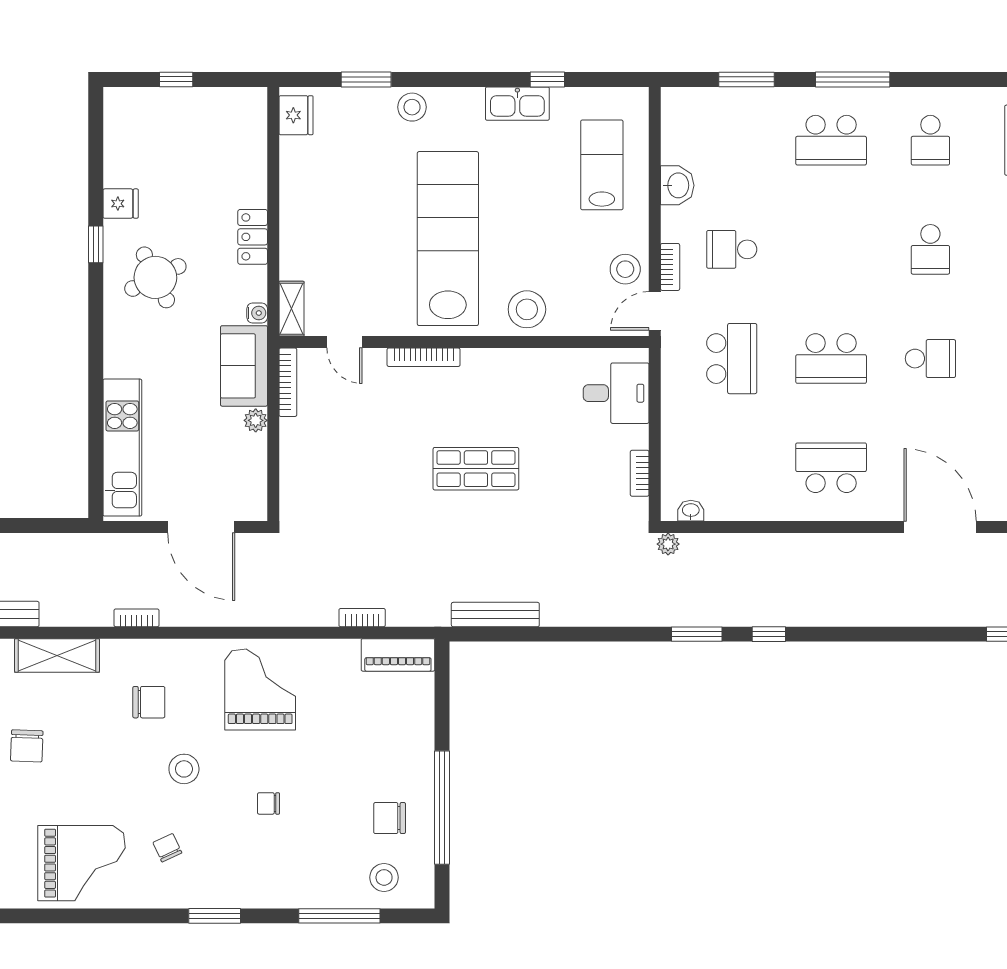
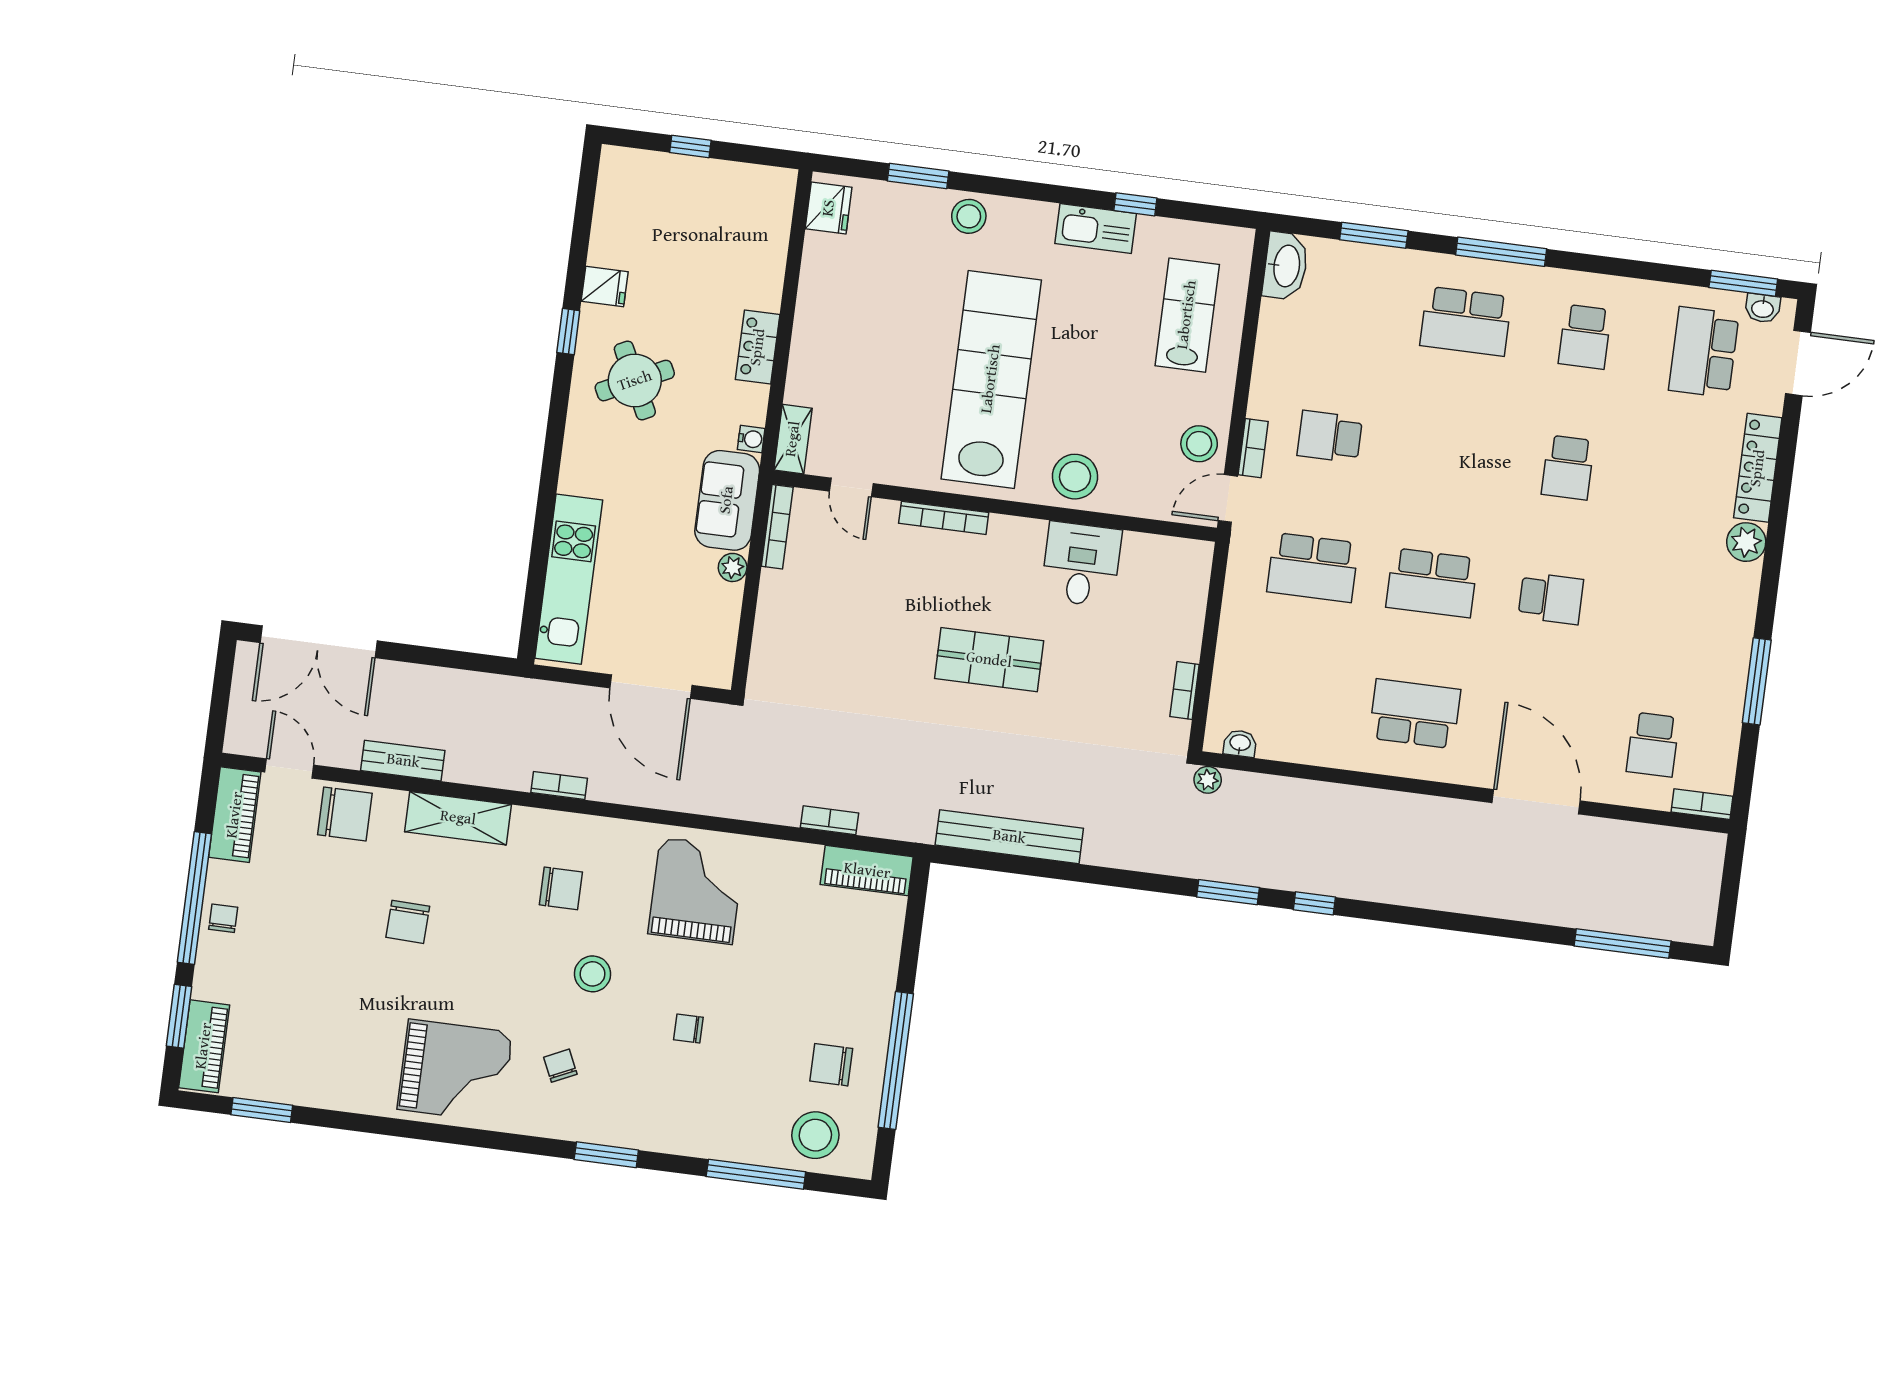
washbasin: (677, 185) -> (1286, 266), moved, width x1.38
school desk: (732, 359) -> (1313, 567), turned 90
desk: (616, 393) -> (1081, 564), moved, turned -90
bench: (495, 615) -> (1009, 837), width x1.37, depth x1.21
stool: (384, 877) -> (815, 1135), width x1.38, depth x1.38

